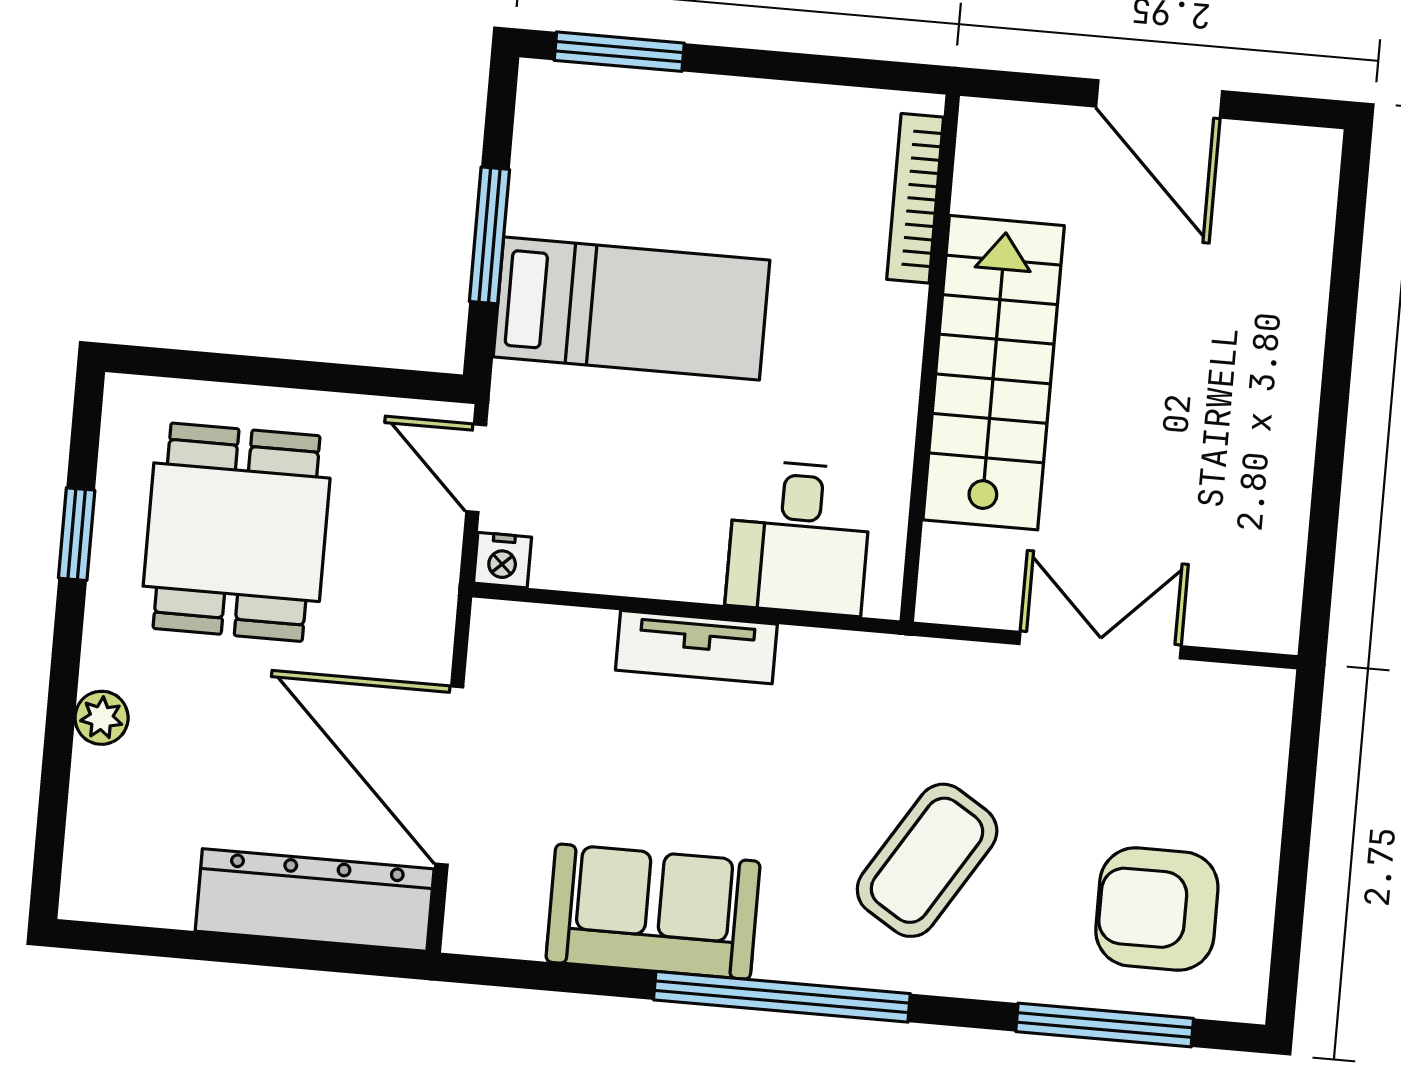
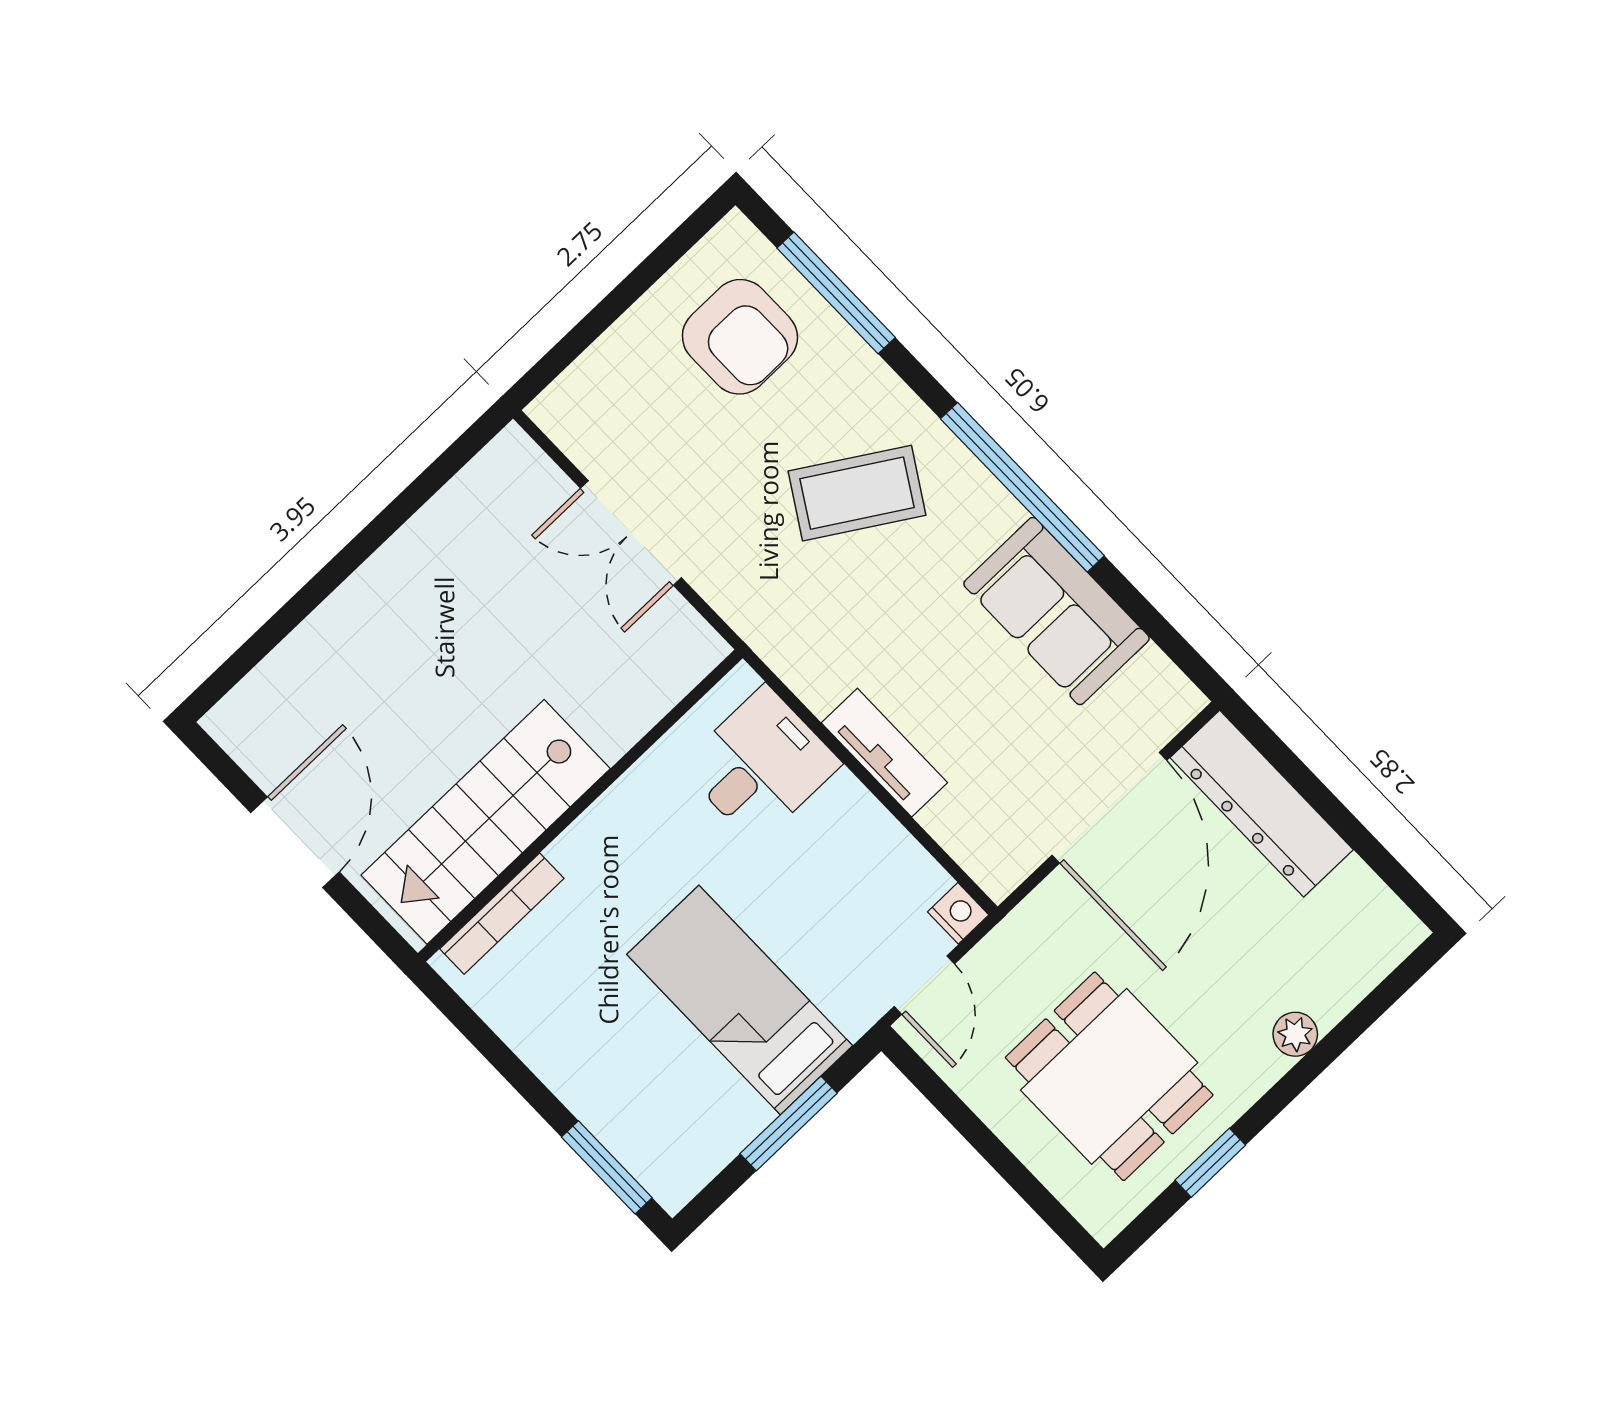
stairs: (994, 373) -> (486, 822), moved
dining table: (237, 532) -> (1109, 1076), turned 90

